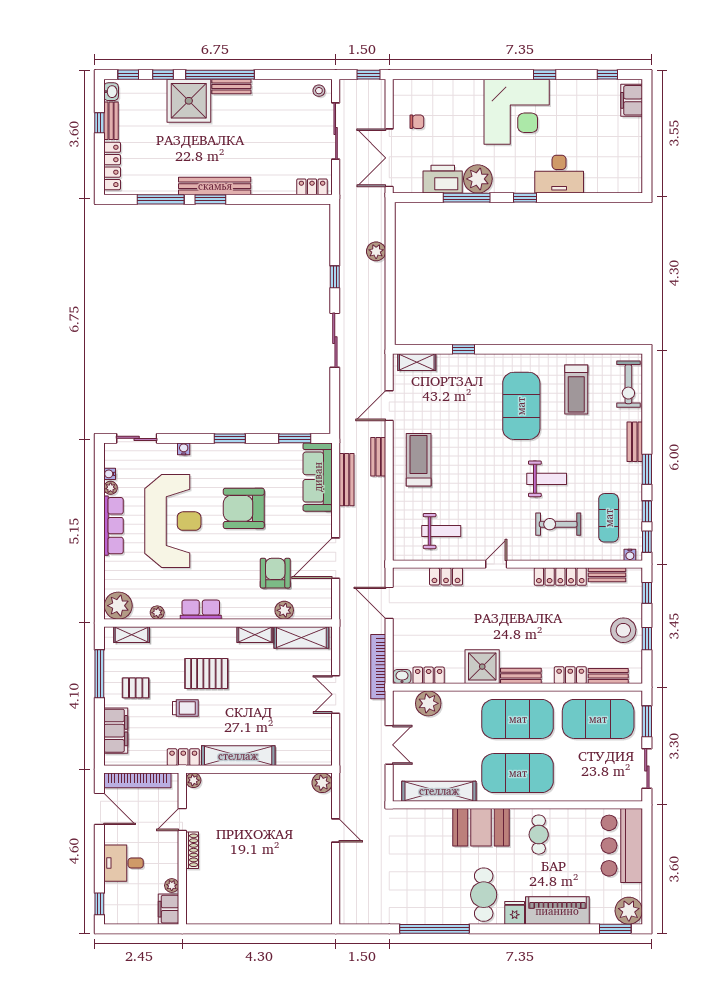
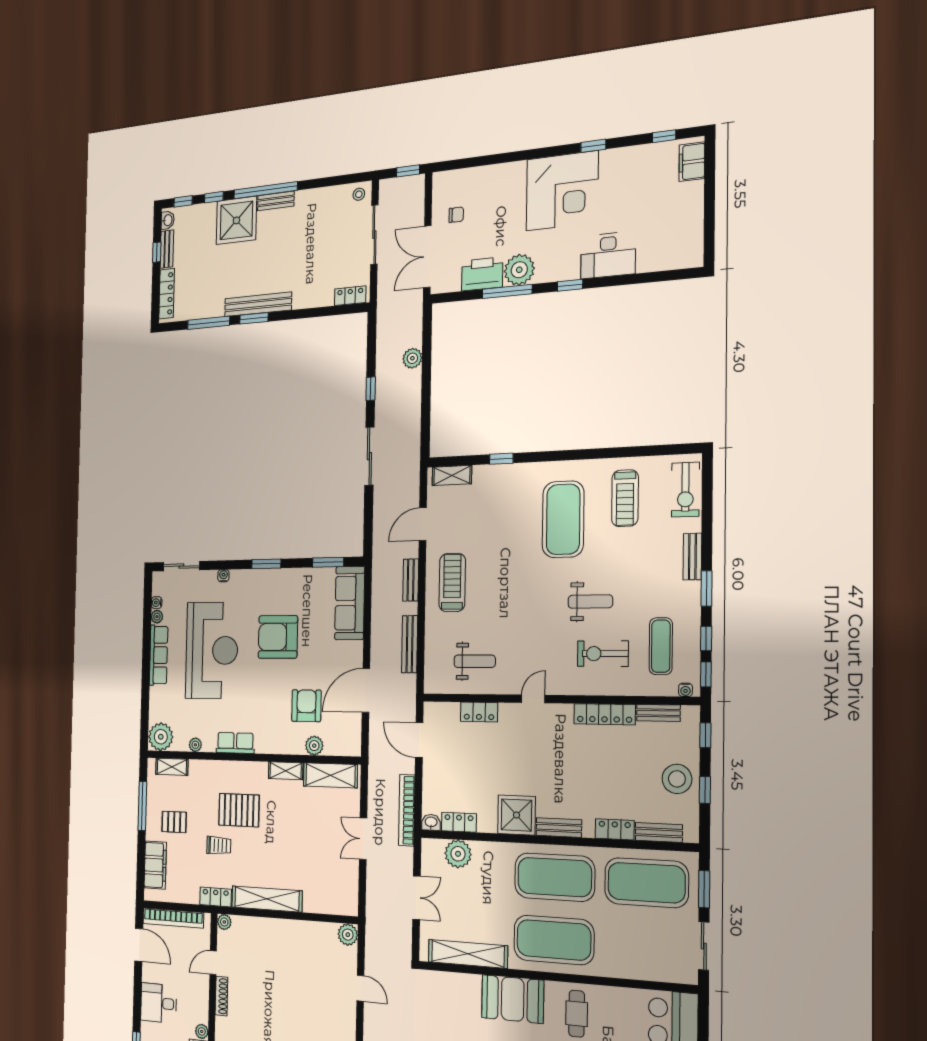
bench: (347, 480) -> (410, 644), moved

